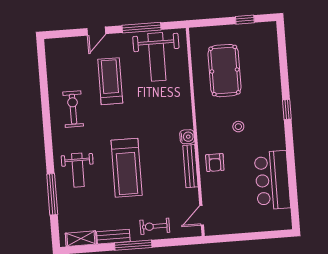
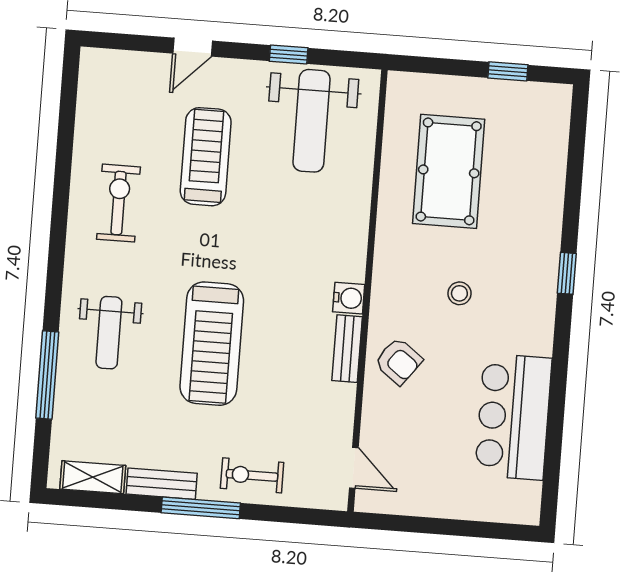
window: (142, 28) -> (289, 54), width x0.46
armchair: (215, 163) -> (399, 361), turned -53
bench: (190, 166) -> (347, 349), width x0.73
door: (202, 215) -> (354, 468), swing flipped

